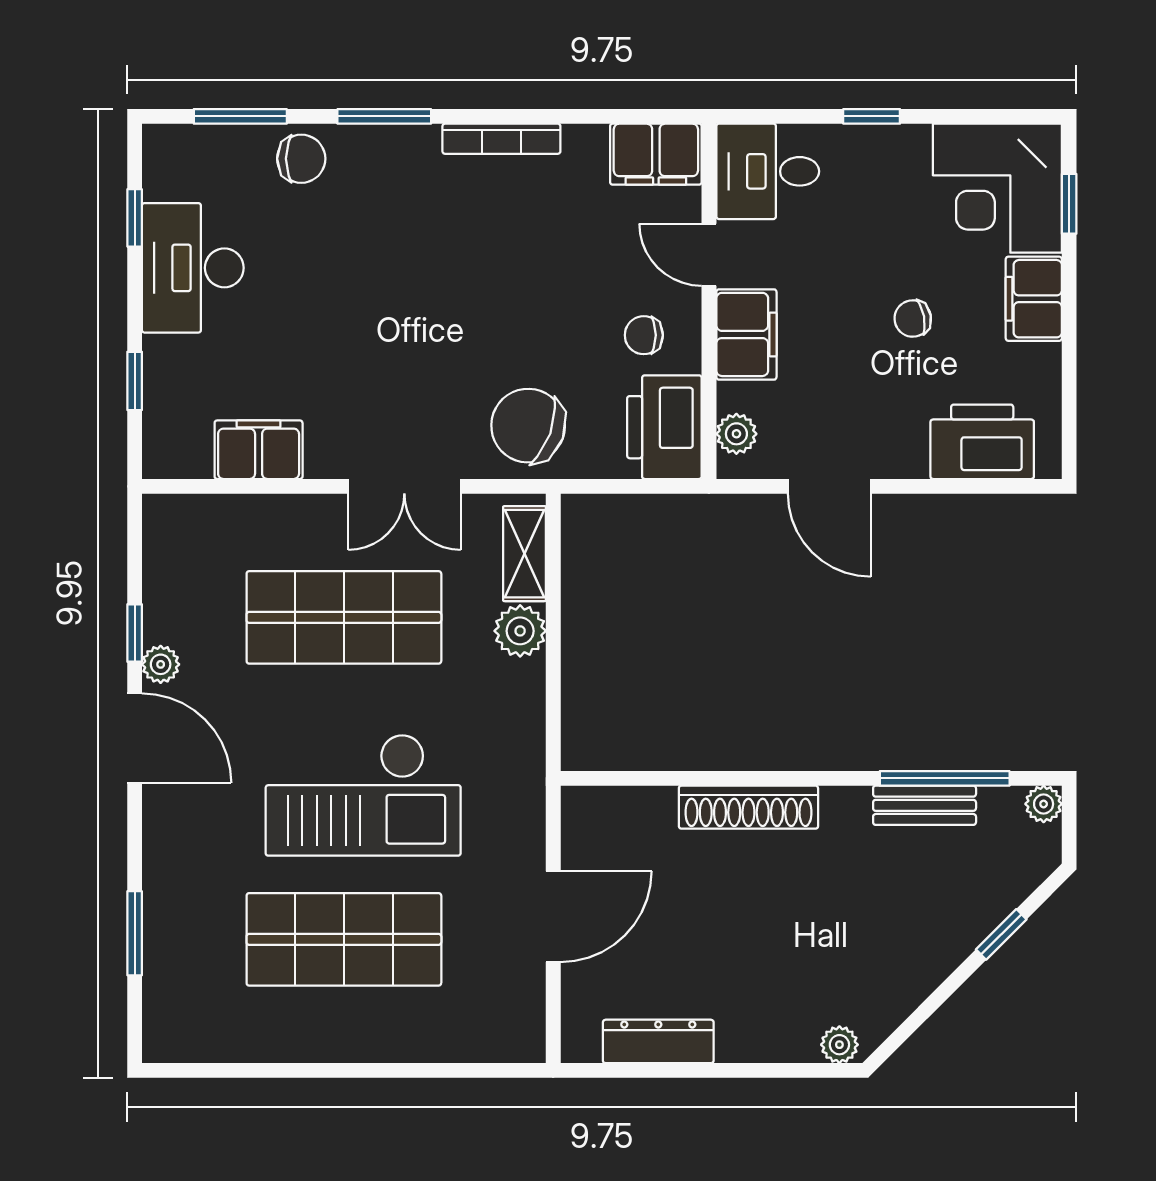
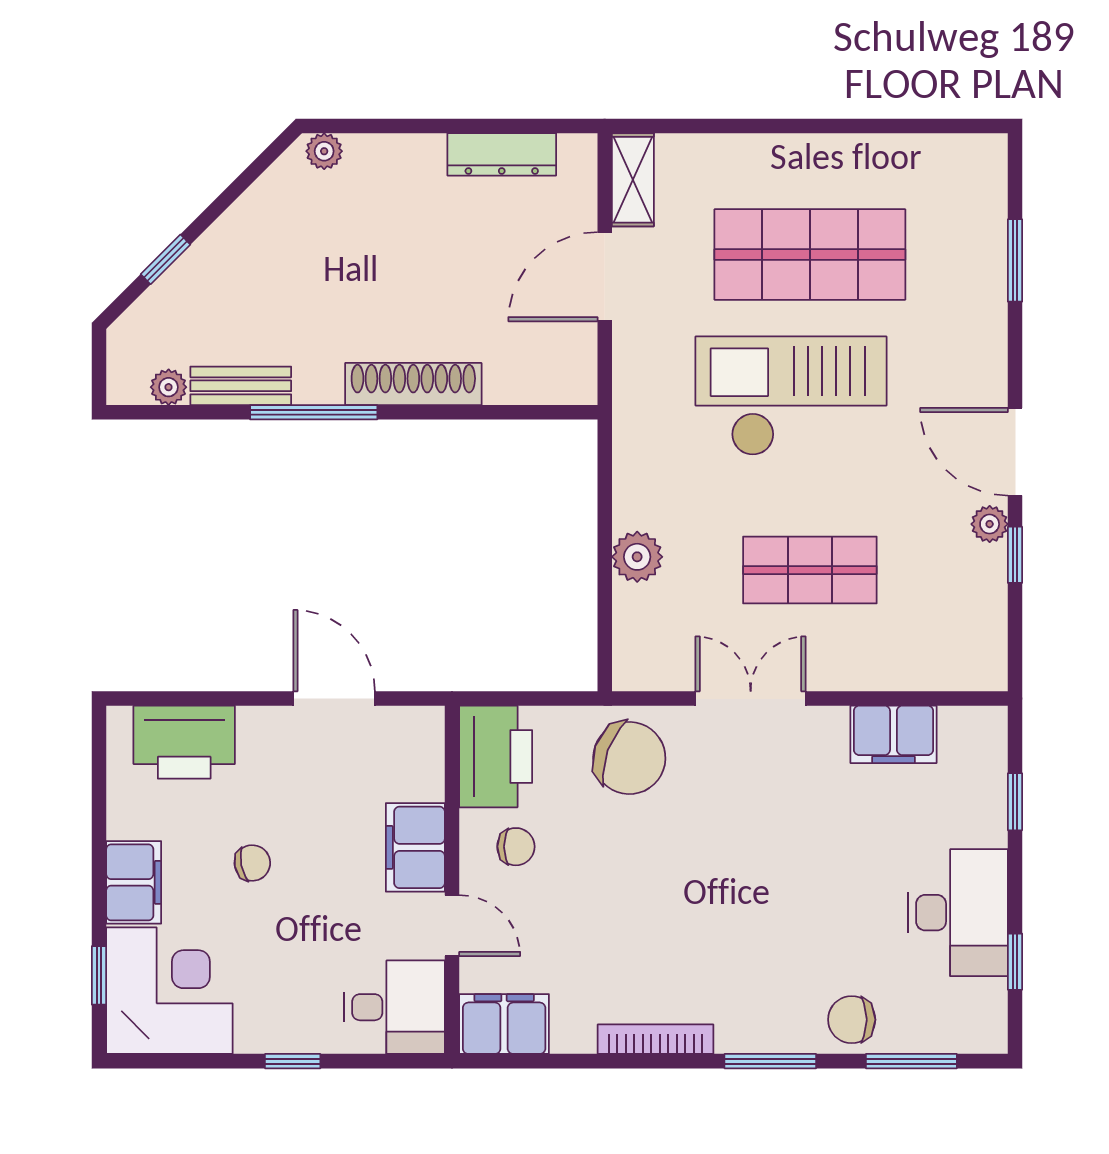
plant: (736, 434) -> (425, 750), removed
shelving: (525, 554) -> (633, 180), moved
shop shelf: (344, 617) -> (810, 570), width x0.70, depth x0.74
window: (945, 778) -> (314, 412), moved
plant: (1044, 804) -> (169, 387), moved

